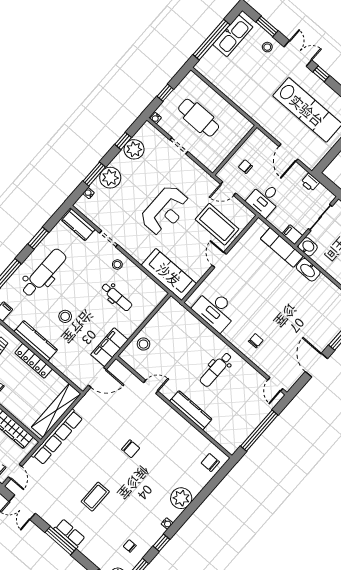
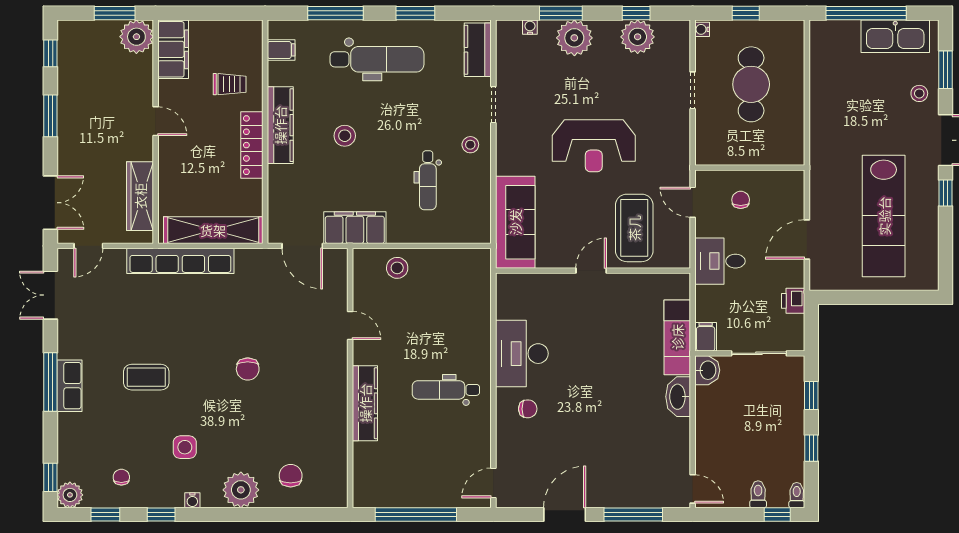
desk: (215, 310) -> (522, 354), moved
chair: (210, 462) -> (291, 476), moved
side table: (141, 506) -> (185, 447), added

